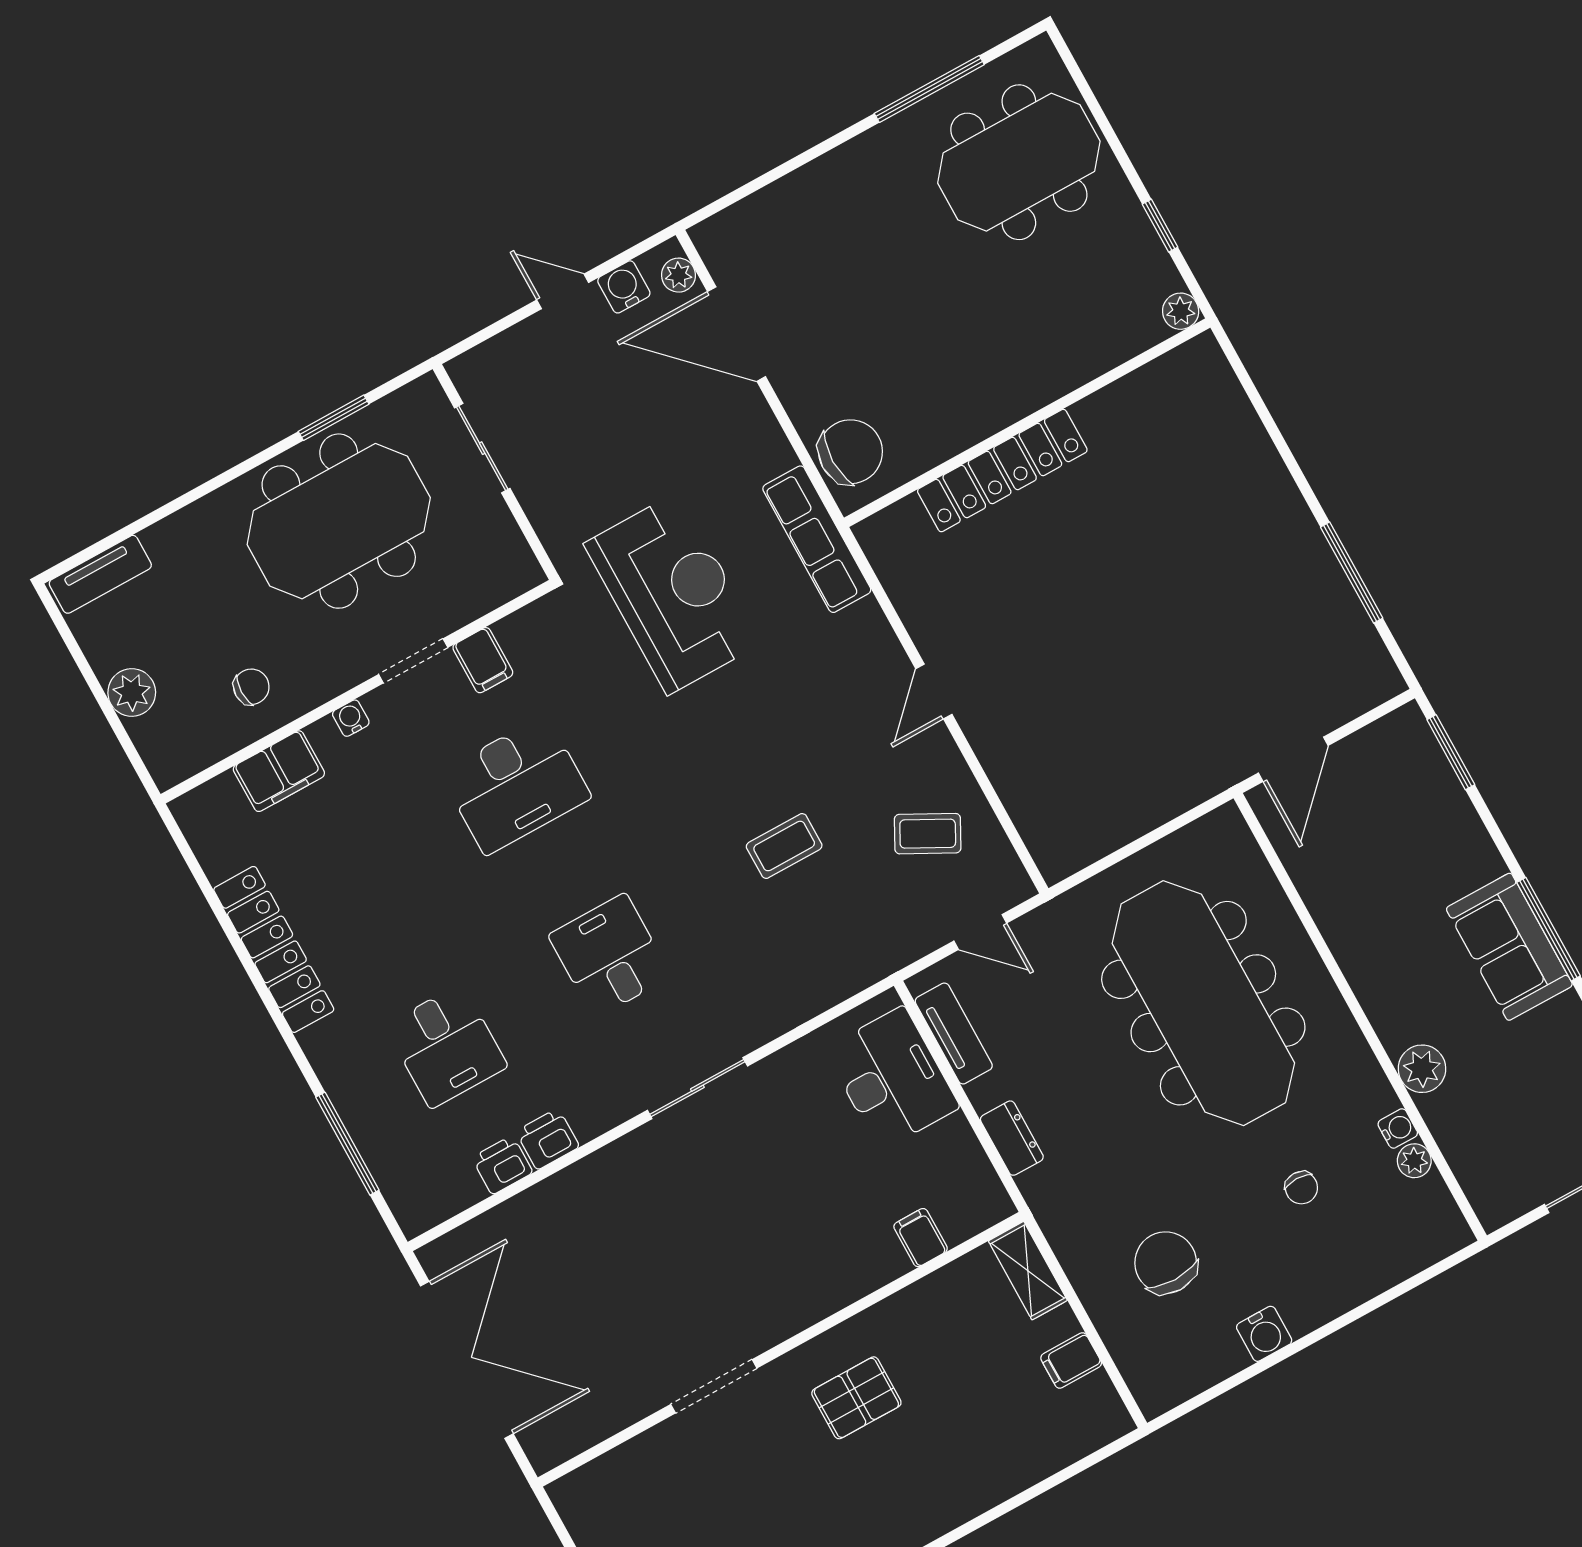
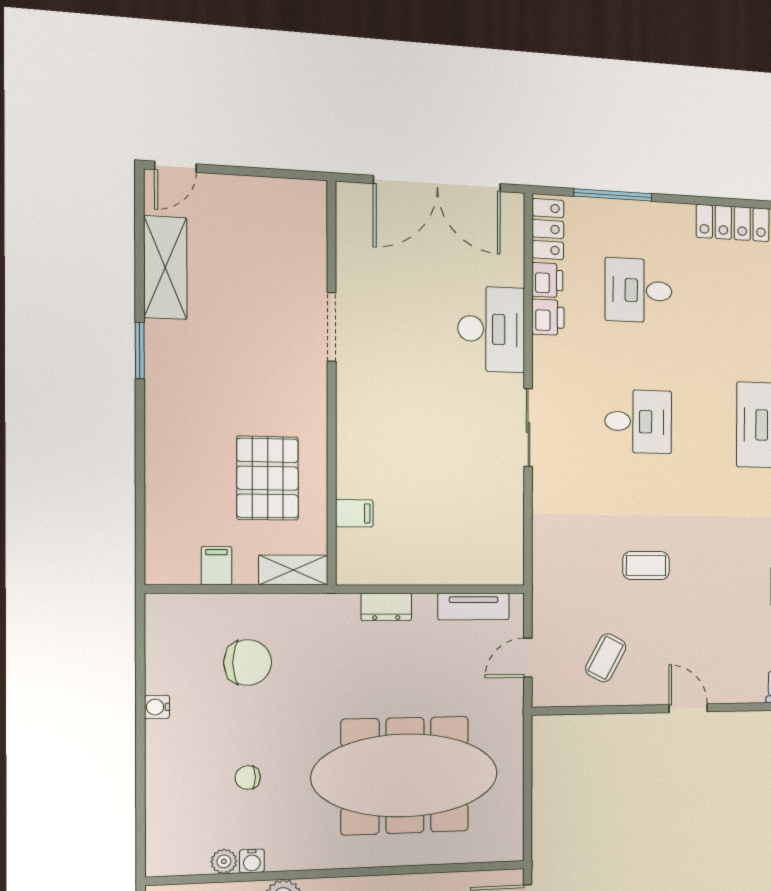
coffee table: (784, 846) -> (646, 566), turned 90
desk: (892, 1078) -> (491, 329), moved, turned -90
locker: (439, 1199) -> (548, 229), added
water cooler: (1264, 1334) -> (157, 707), width x0.72, depth x0.72
pallet: (856, 1398) -> (268, 478), moved, width x1.50, depth x1.42

